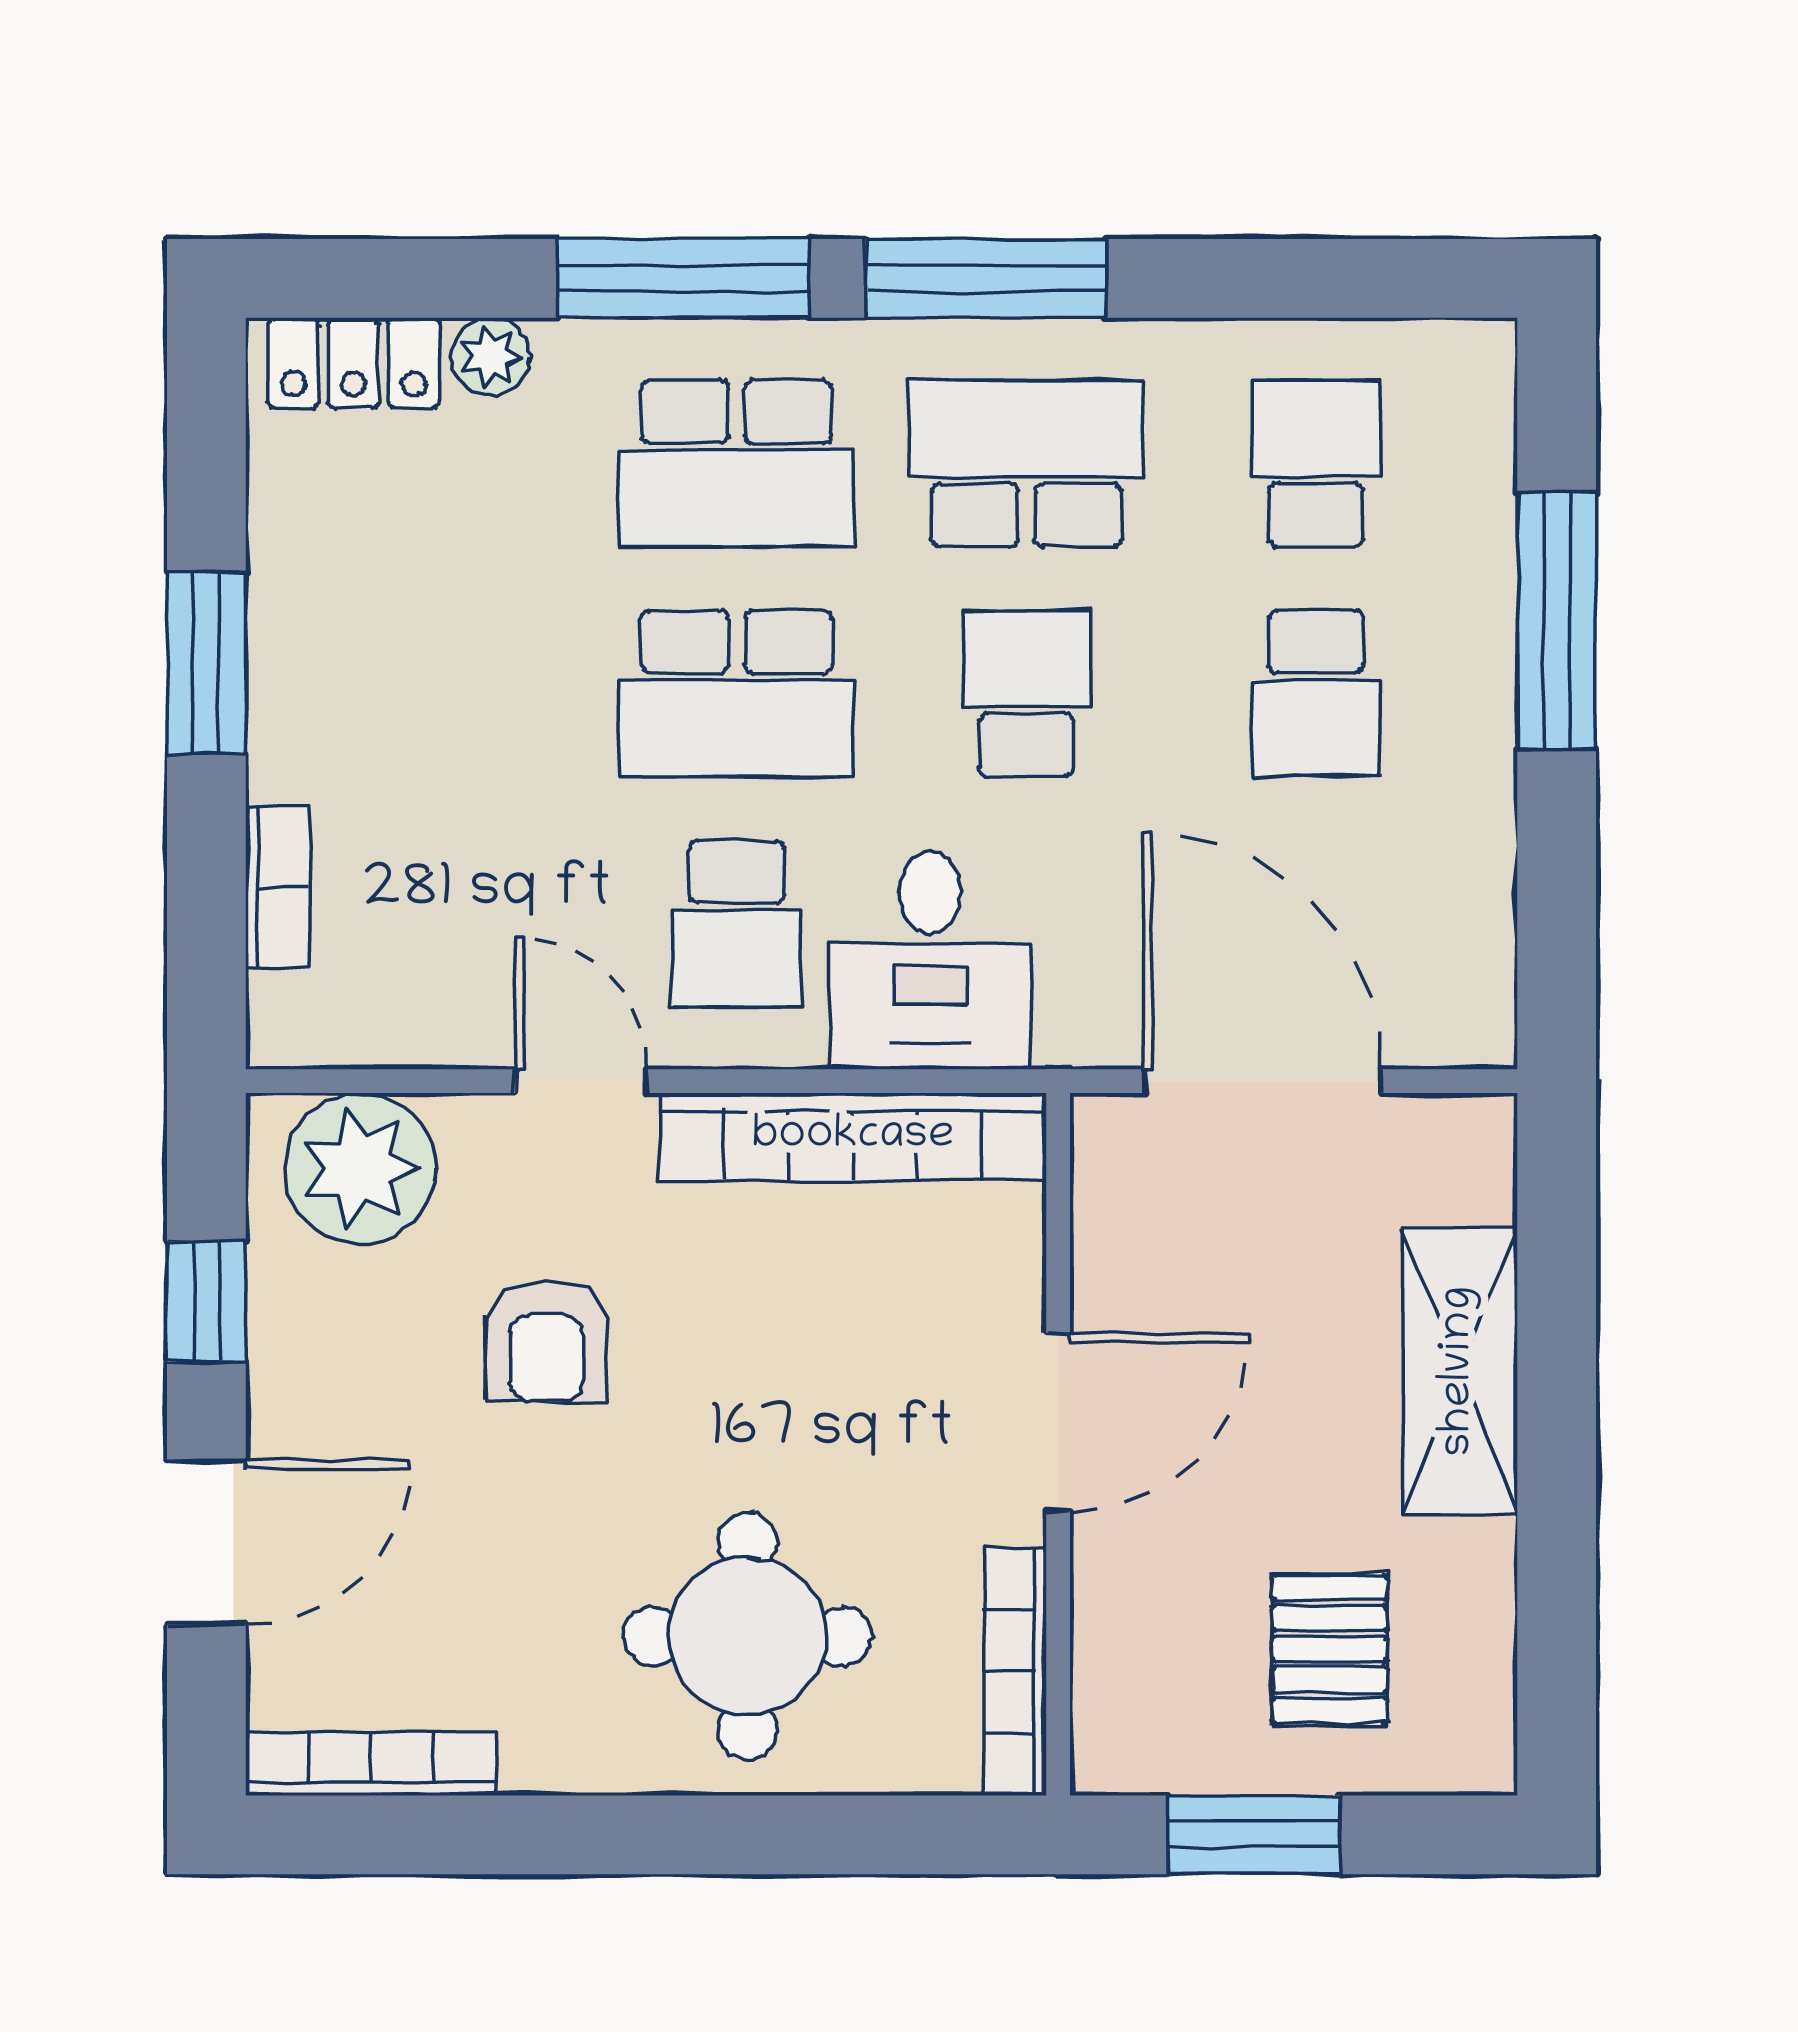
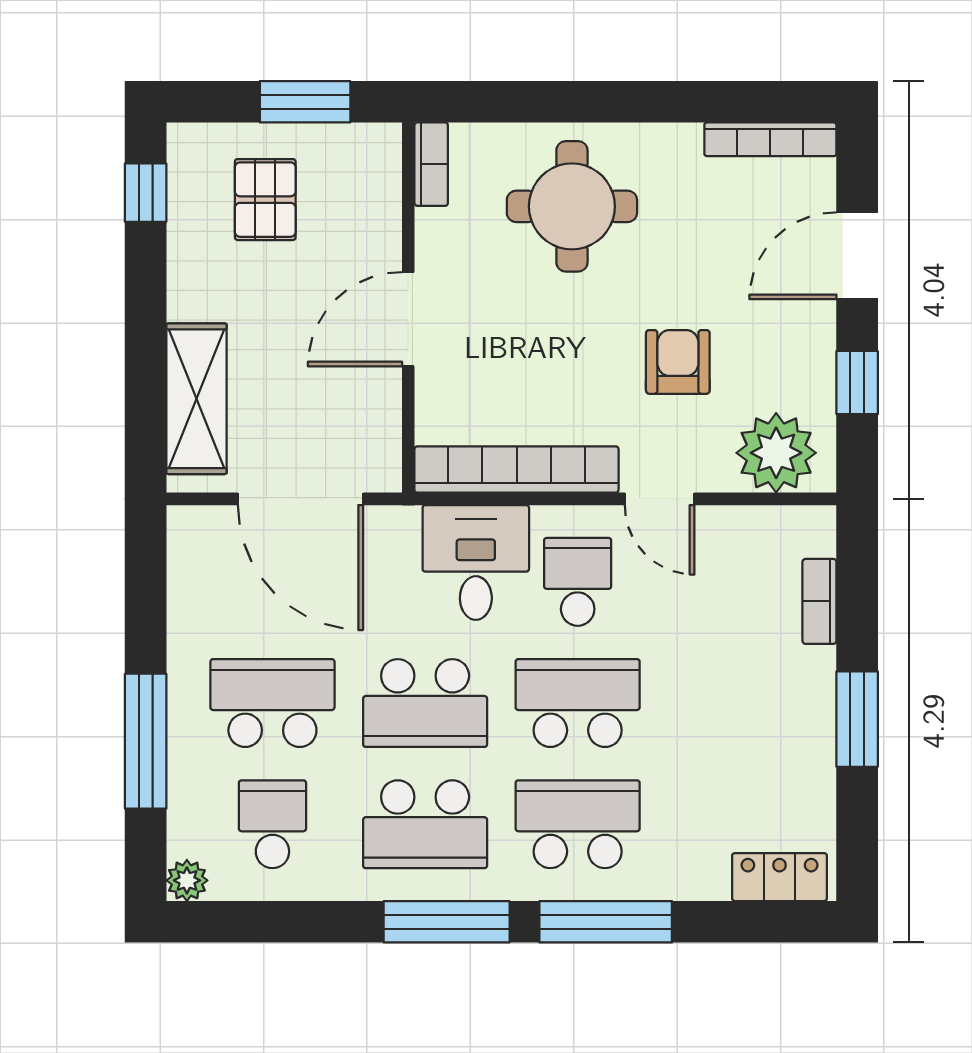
plant: (491, 357) -> (187, 880), moved
school desk: (1316, 463) -> (272, 824), turned 180
school desk: (1026, 694) -> (425, 703), width x1.85
school desk: (1316, 694) -> (272, 703), width x1.85
shelving: (1460, 1371) -> (196, 399), moved
window: (1557, 1662) -> (146, 193), added
bookcase: (1015, 1672) -> (431, 164), width x0.64

